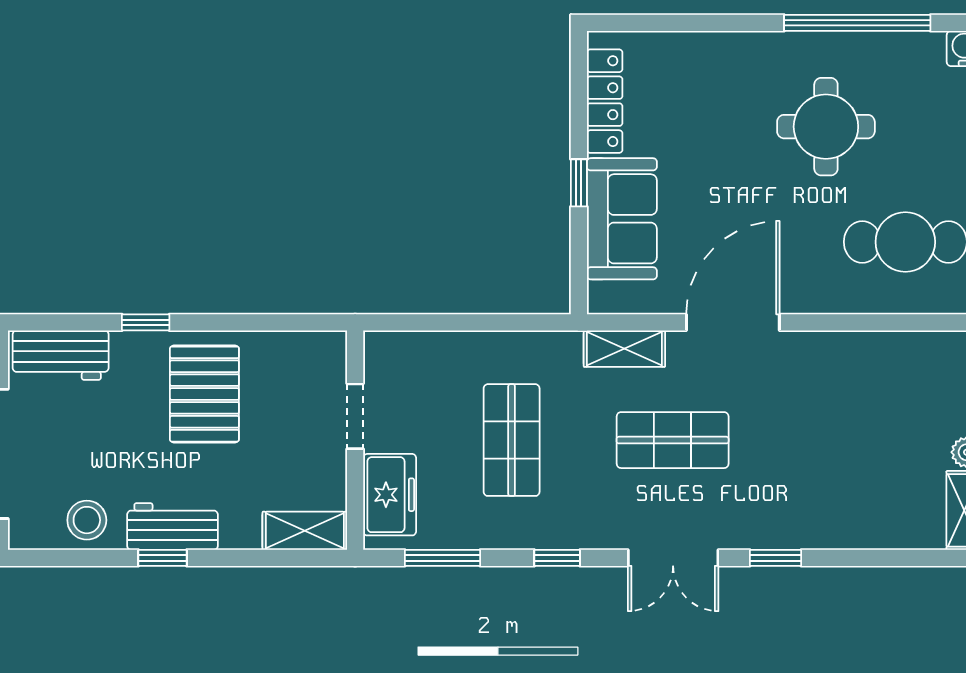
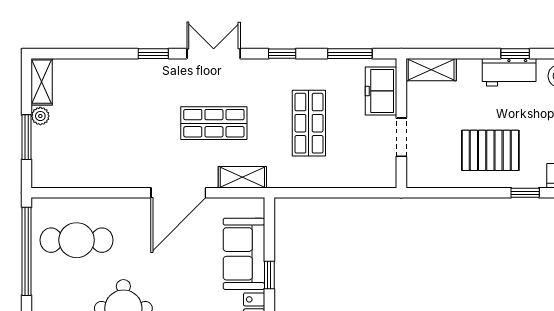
pallet: (204, 394) -> (490, 150), turned 90

